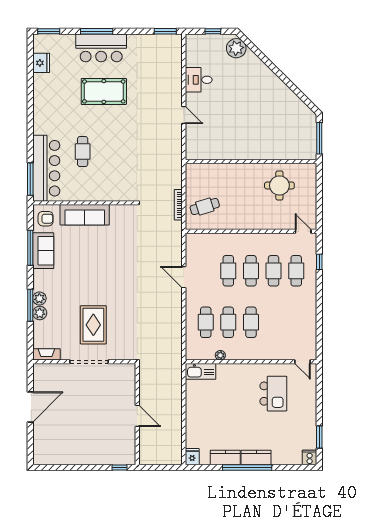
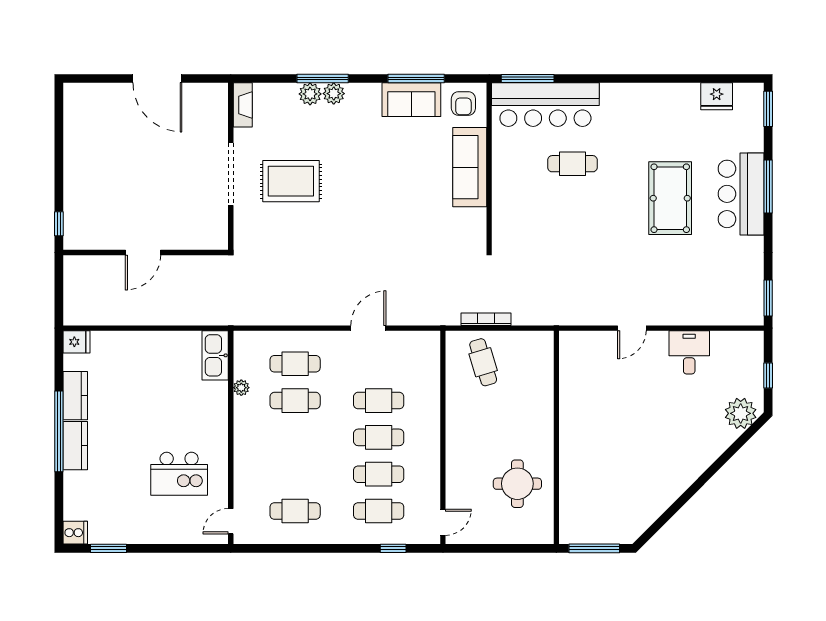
cafe table: (251, 322) -> (295, 511), moved

